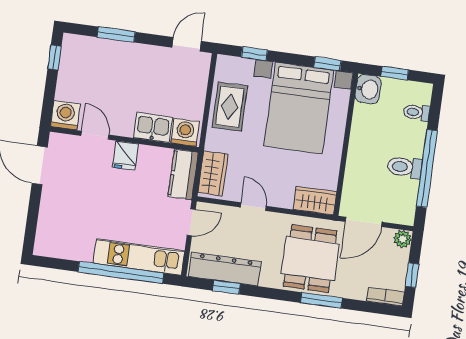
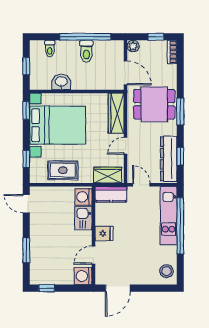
washbasin: (368, 89) -> (61, 82), moved
wardrobe: (315, 201) -> (116, 113), width x1.50
stool: (55, 242) -> (167, 271), added
window: (321, 300) -> (180, 112), moved

